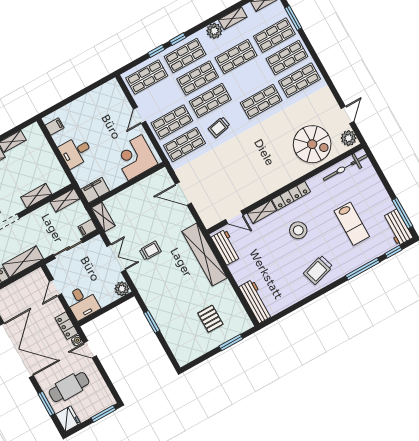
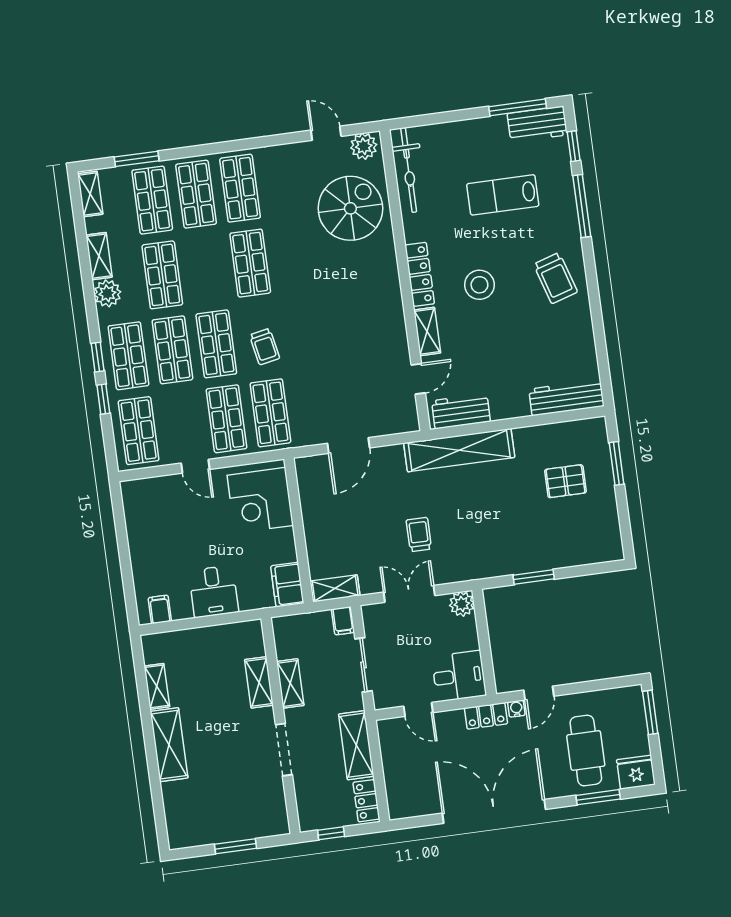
shelving: (65, 200) -> (290, 683), moved
lab bench: (352, 224) -> (503, 195), turned 180

